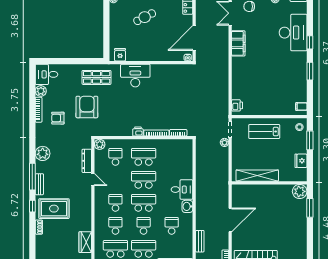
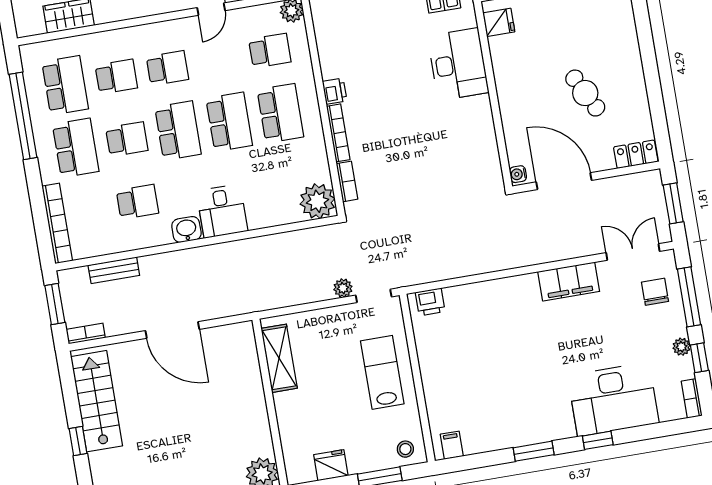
cafe table: (145, 17) -> (585, 93), moved
plant: (185, 147) -> (318, 201), added
shelving: (257, 176) -> (279, 358), width x0.68

